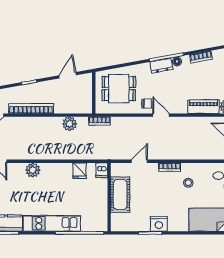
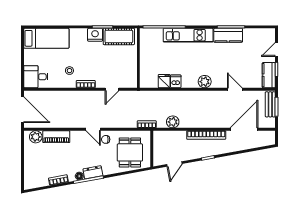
dining table: (119, 89) -> (130, 152), turned 90
dishwasher: (102, 170) -> (176, 81), moved
cot: (120, 195) -> (119, 36), moved, turned 90

